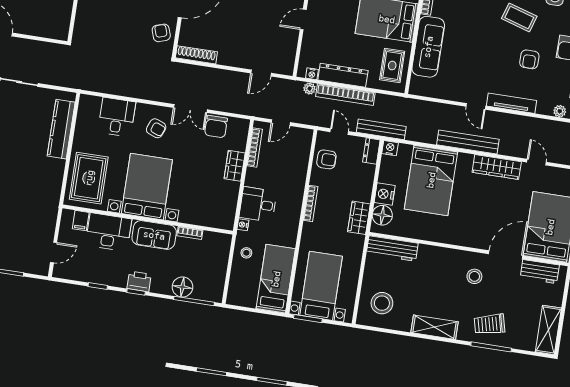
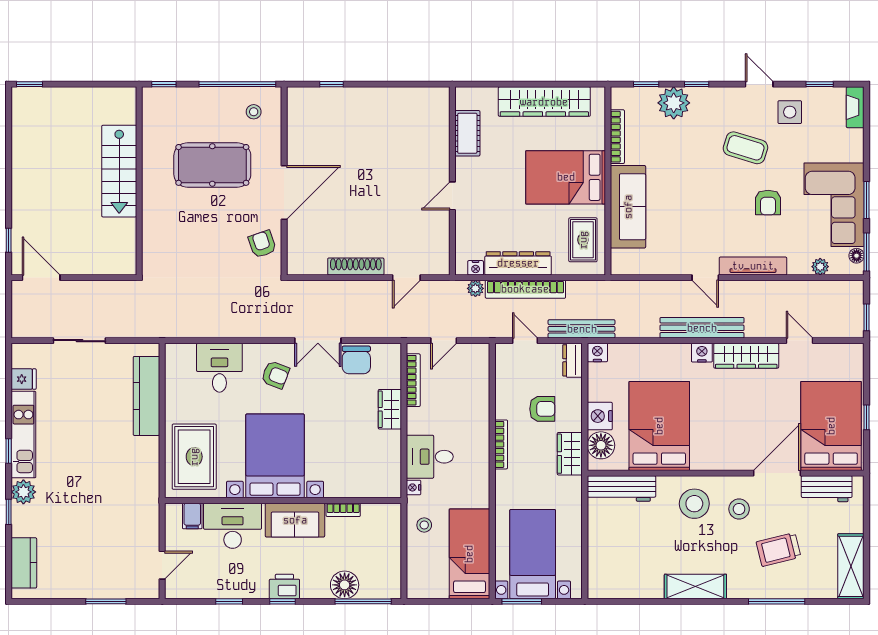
shoe rack: (196, 55) -> (356, 266), moved
armchair: (326, 159) -> (542, 409), moved
nightstand: (465, 160) -> (702, 353), added
bed: (431, 180) -> (659, 426), moved, turned 180
stool: (382, 303) -> (694, 504), moved
trolley: (489, 324) -> (779, 549), moved

